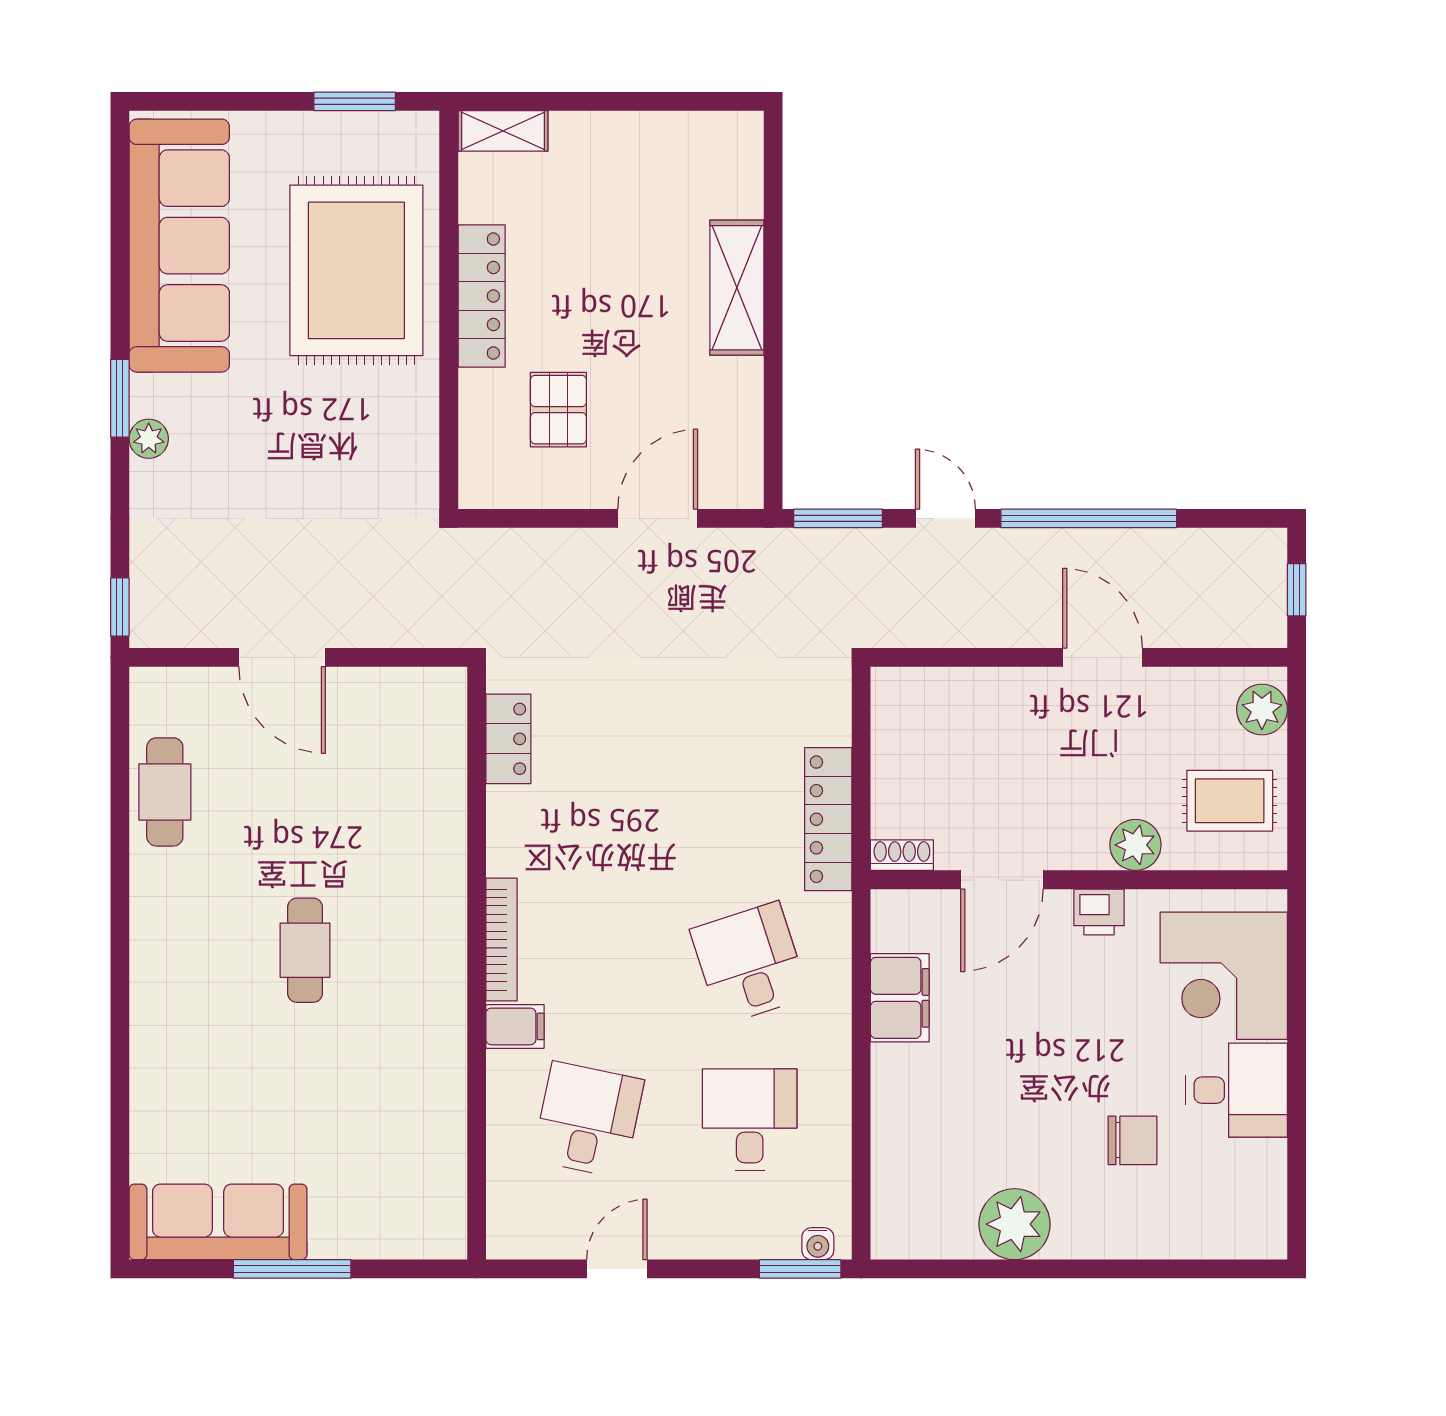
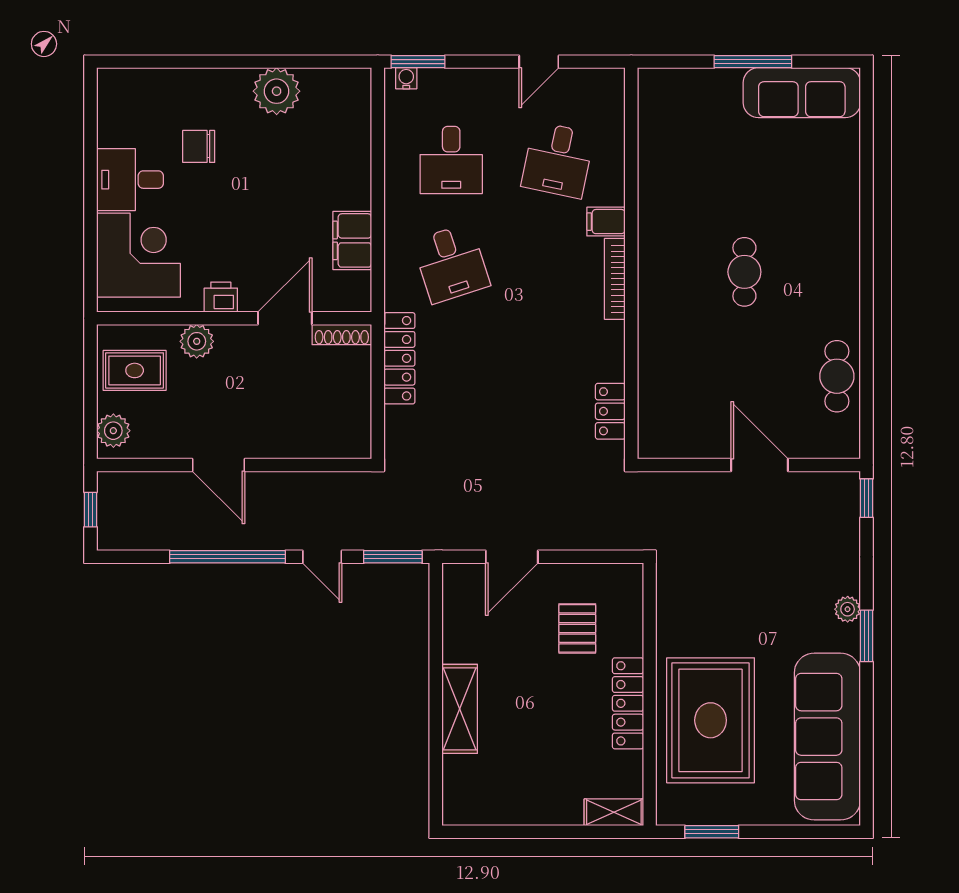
shoe rack: (902, 855) -> (342, 335), width x1.43

